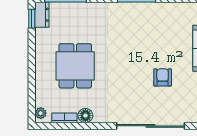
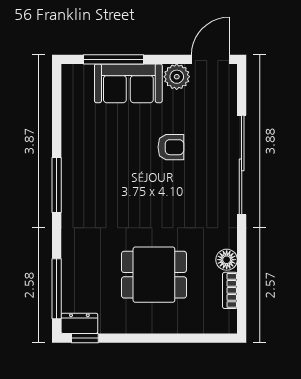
armchair: (163, 77) -> (171, 147), turned 180
plant: (41, 113) -> (223, 325), removed

